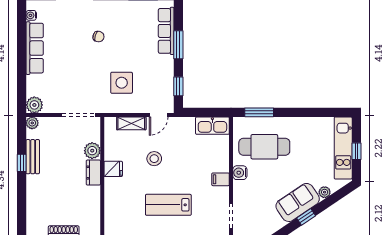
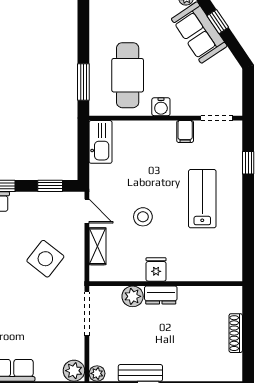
side table: (122, 83) -> (45, 259), turned 38
filing cabinet: (221, 179) -> (185, 132), moved
lab bench: (168, 205) -> (202, 199), turned 180

